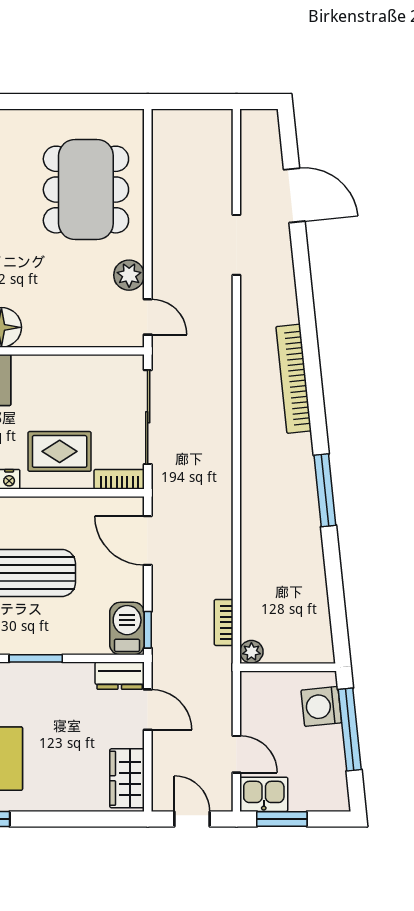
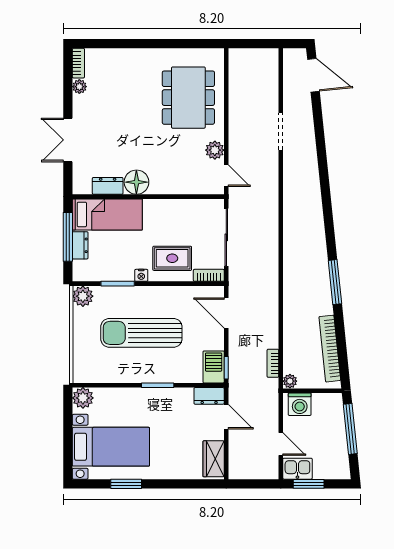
door: (294, 195) -> (314, 75), moved
bookcase: (294, 379) -> (330, 349), moved
washing machine: (321, 706) -> (300, 404), moved, turned -84
door: (192, 819) -> (253, 484), removed

